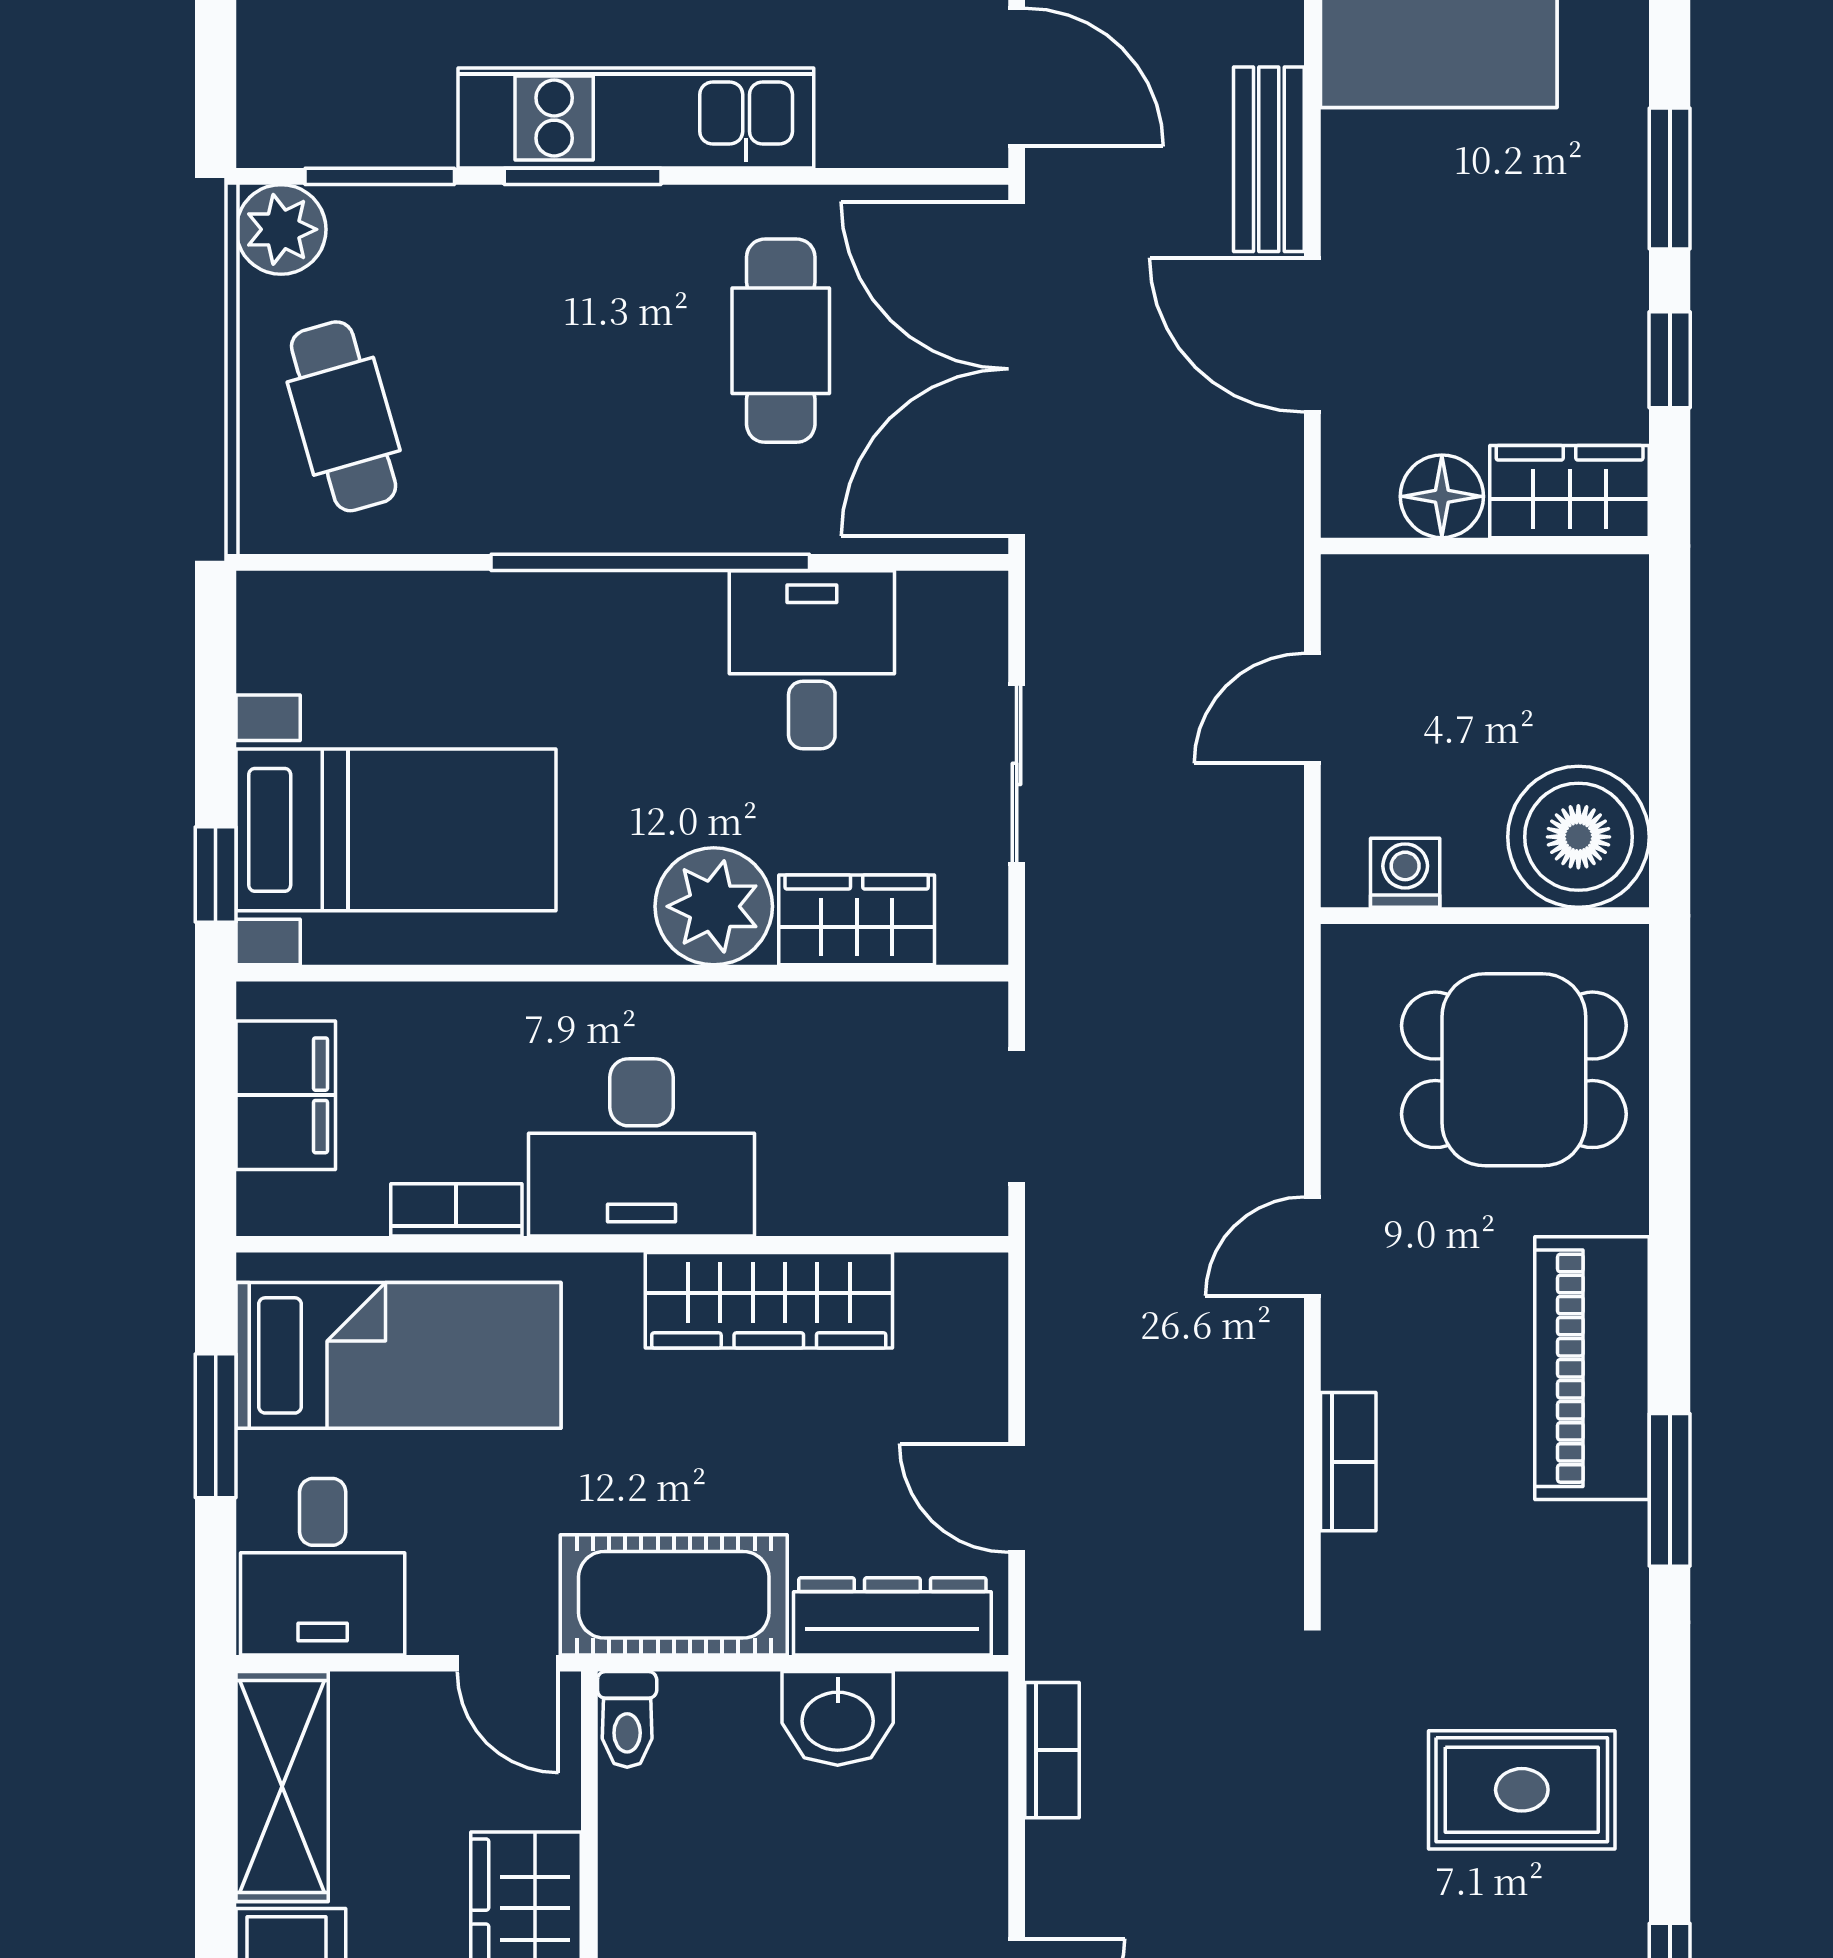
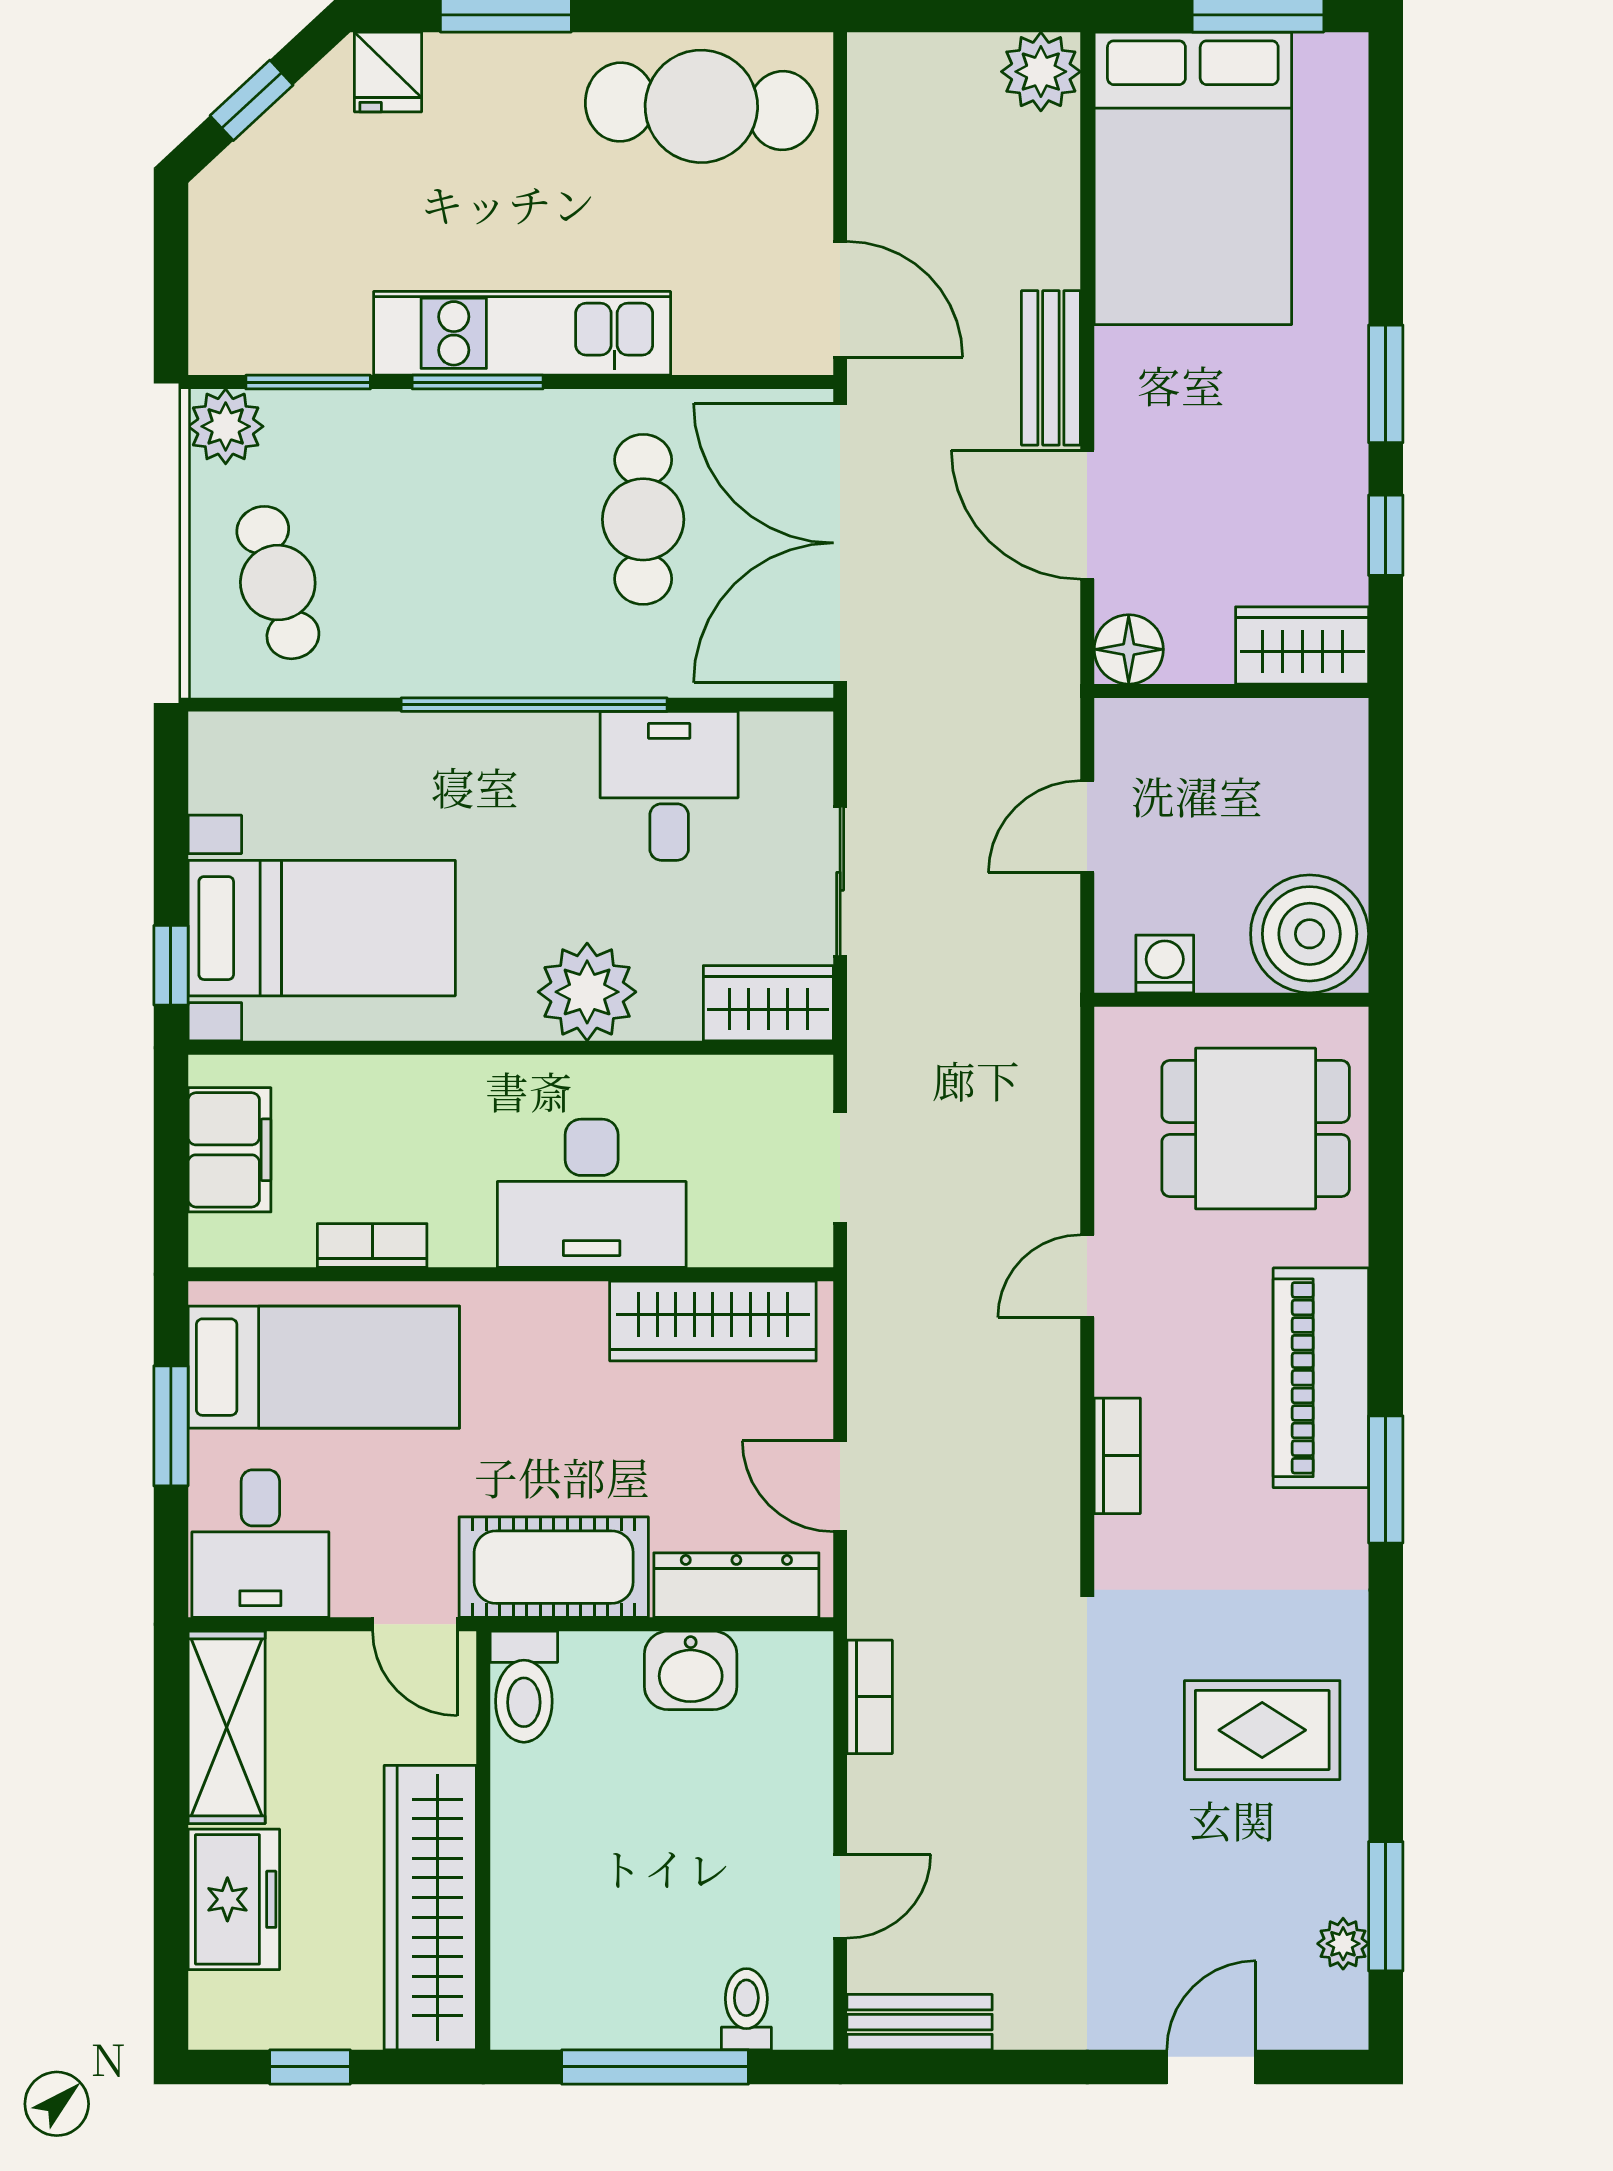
floor lamp: (1442, 496) -> (1129, 649), moved
wardrobe: (857, 920) -> (768, 1003), moved
desk: (641, 1147) -> (592, 1193), moved
wardrobe: (769, 1300) -> (713, 1321), moved
toilet: (627, 1719) -> (524, 1687), width x1.37, depth x1.39

